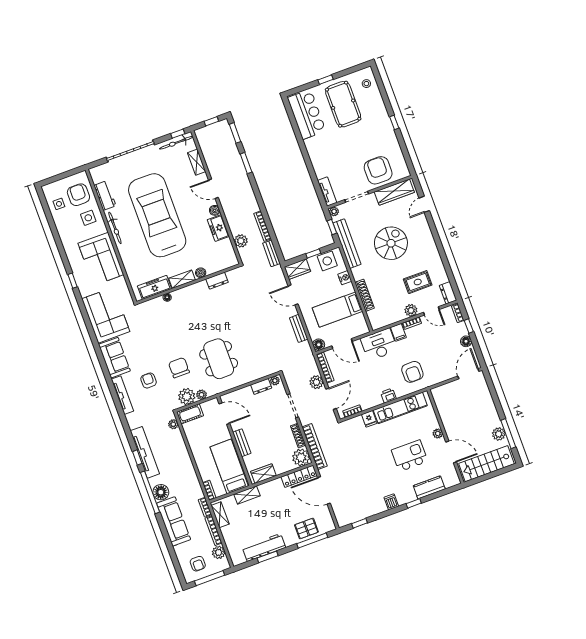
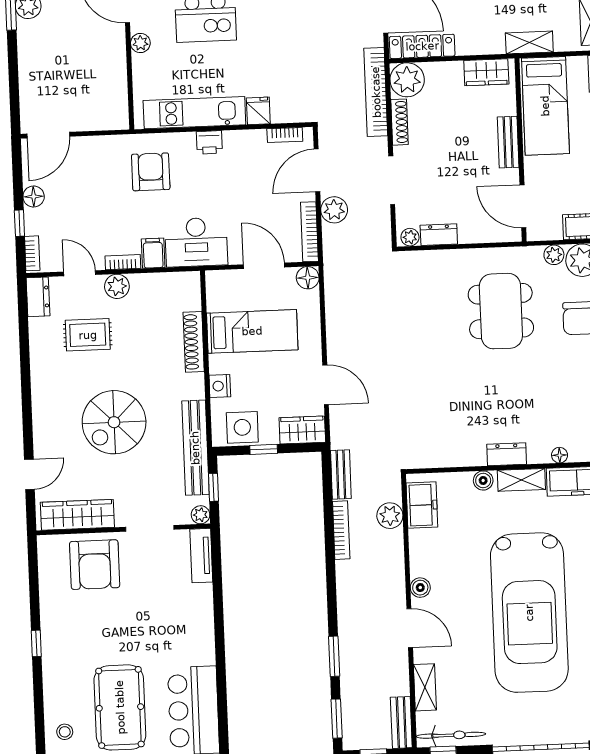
freezer: (218, 228) -> (422, 505), moved
dresser: (217, 281) -> (507, 454), moved
bench: (299, 328) -> (401, 722), moved

